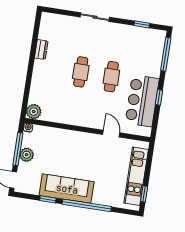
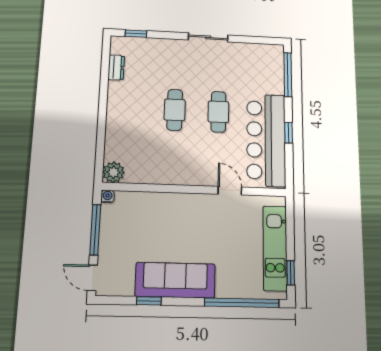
sliding door: (95, 17) -> (208, 37), moved
window: (142, 24) -> (136, 34), moved
dresser: (41, 49) -> (116, 68), moved
bar counter: (142, 101) -> (266, 140), width x1.36
plant: (27, 155) -> (109, 237), removed
window: (87, 205) -> (242, 303), moved

